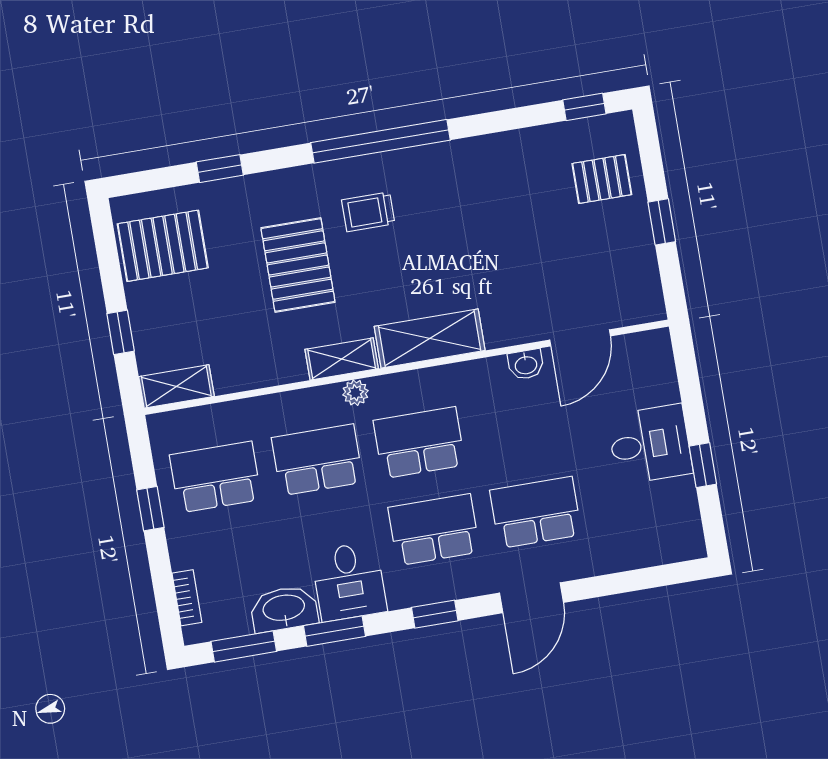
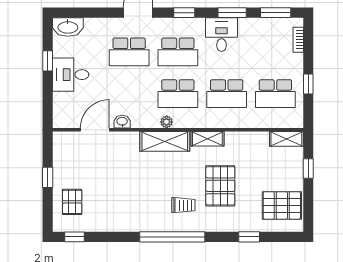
pallet: (602, 179) -> (72, 202), turned 90
plant: (355, 393) -> (167, 122), moved
washbasin: (284, 609) -> (68, 27), moved

